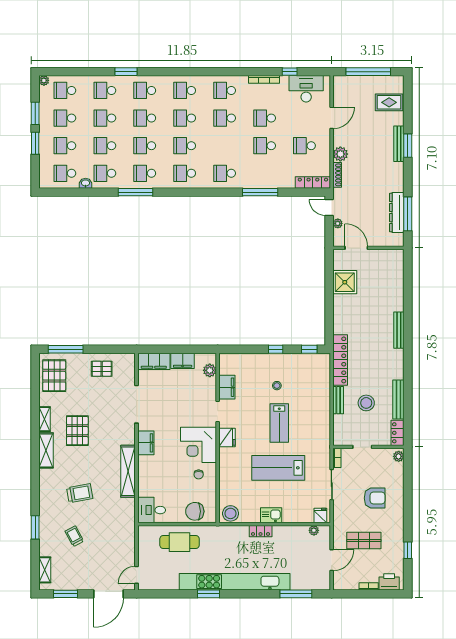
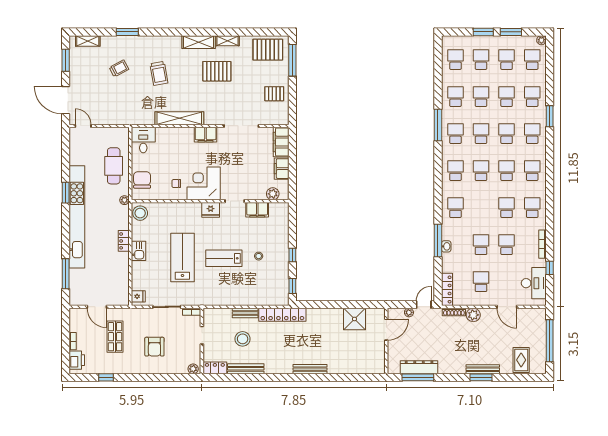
washbasin: (86, 183) -> (446, 246), moved
pallet: (102, 369) -> (274, 94), turned 90
plant: (314, 530) -> (124, 200), moved

